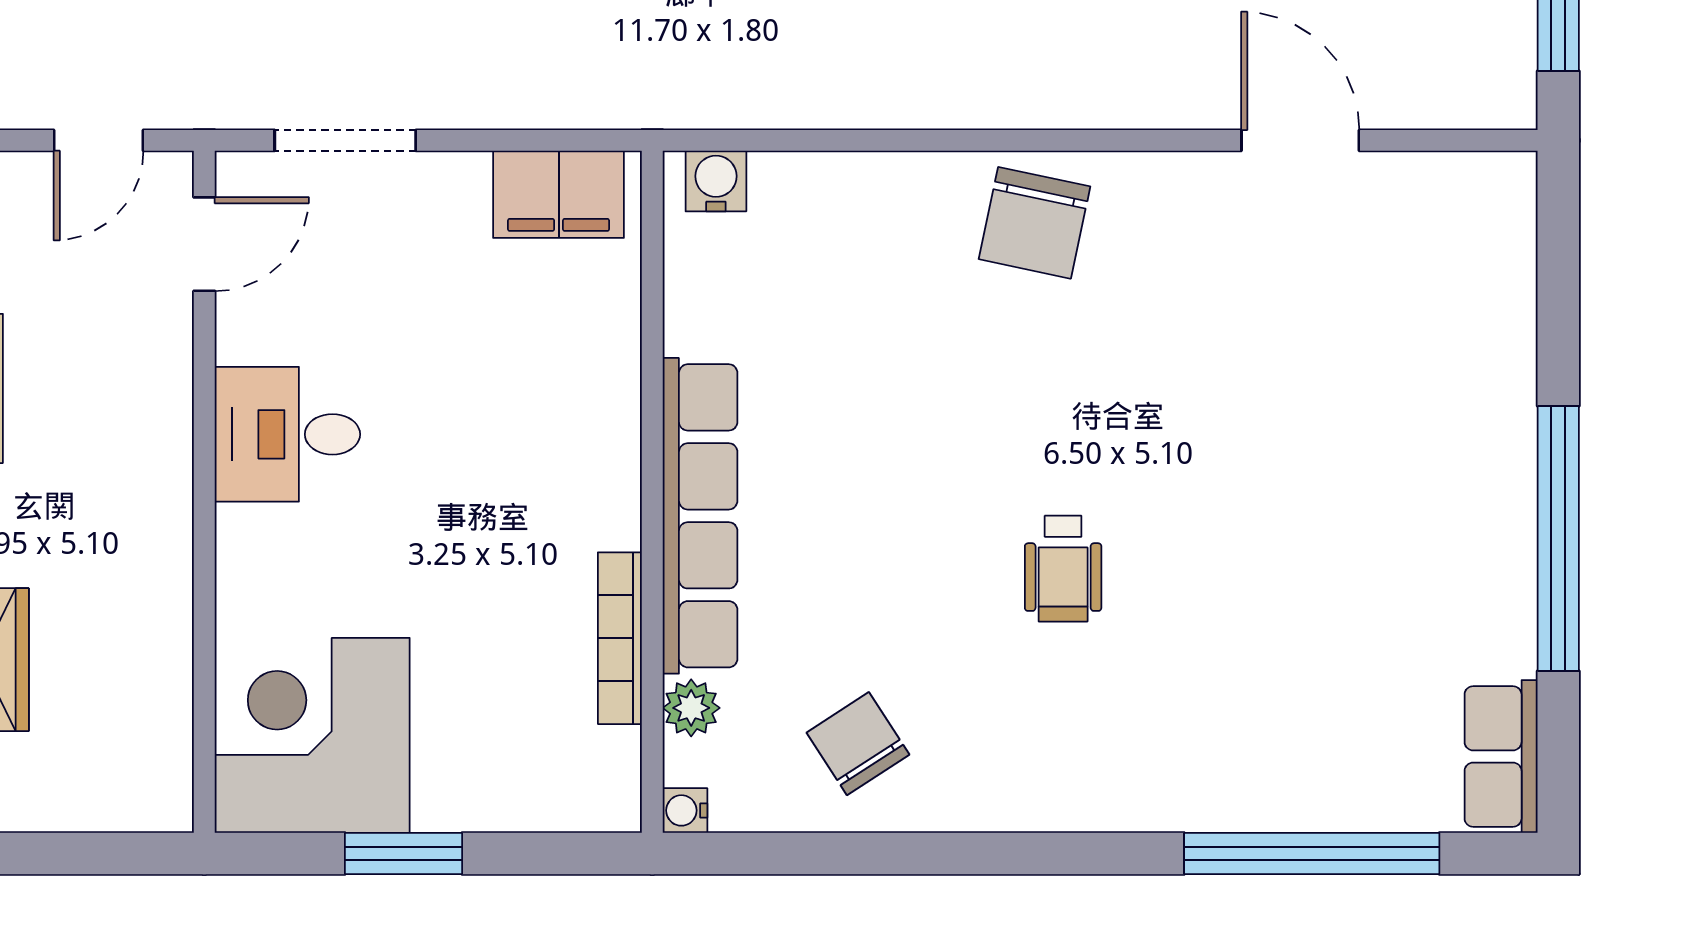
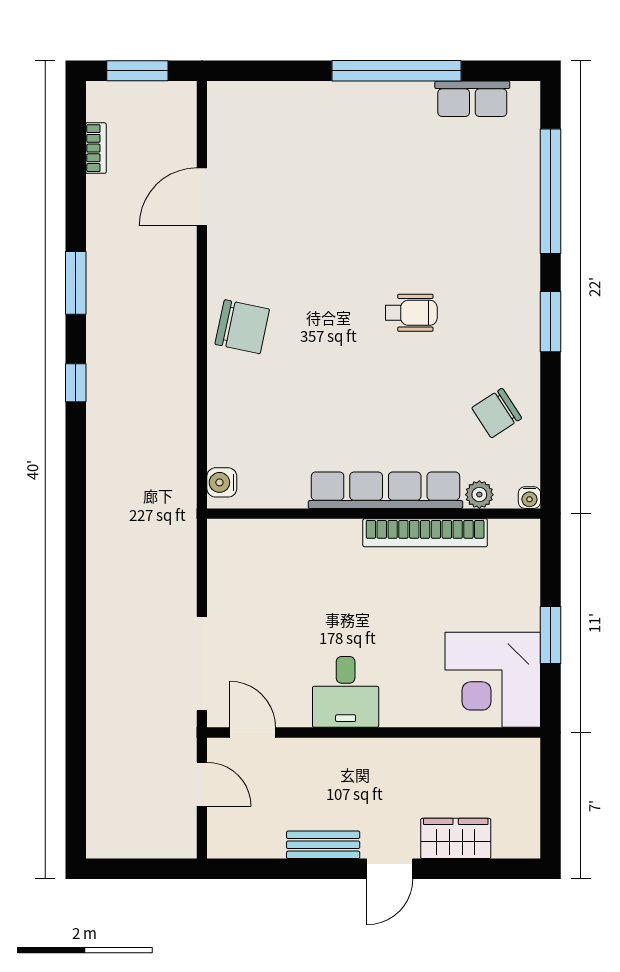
doorway: (345, 140) -> (202, 664), width x1.36
filing cabinet: (559, 194) -> (228, 559), removed
bookcase: (620, 638) -> (425, 533), width x1.48, depth x1.31
row of seats: (1501, 756) -> (472, 99), moved
window: (1045, 854) -> (550, 322), added

